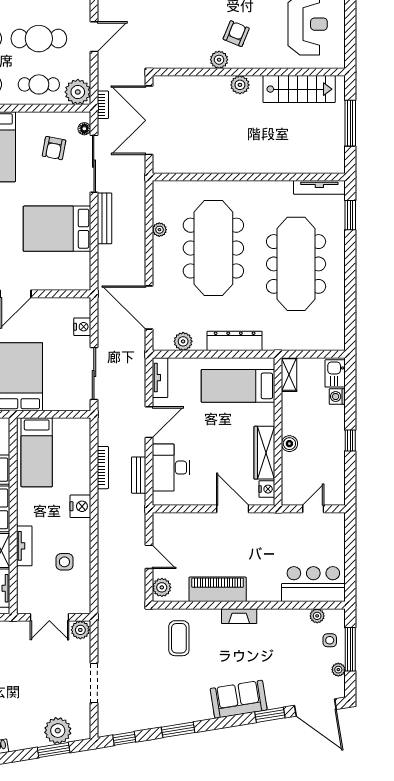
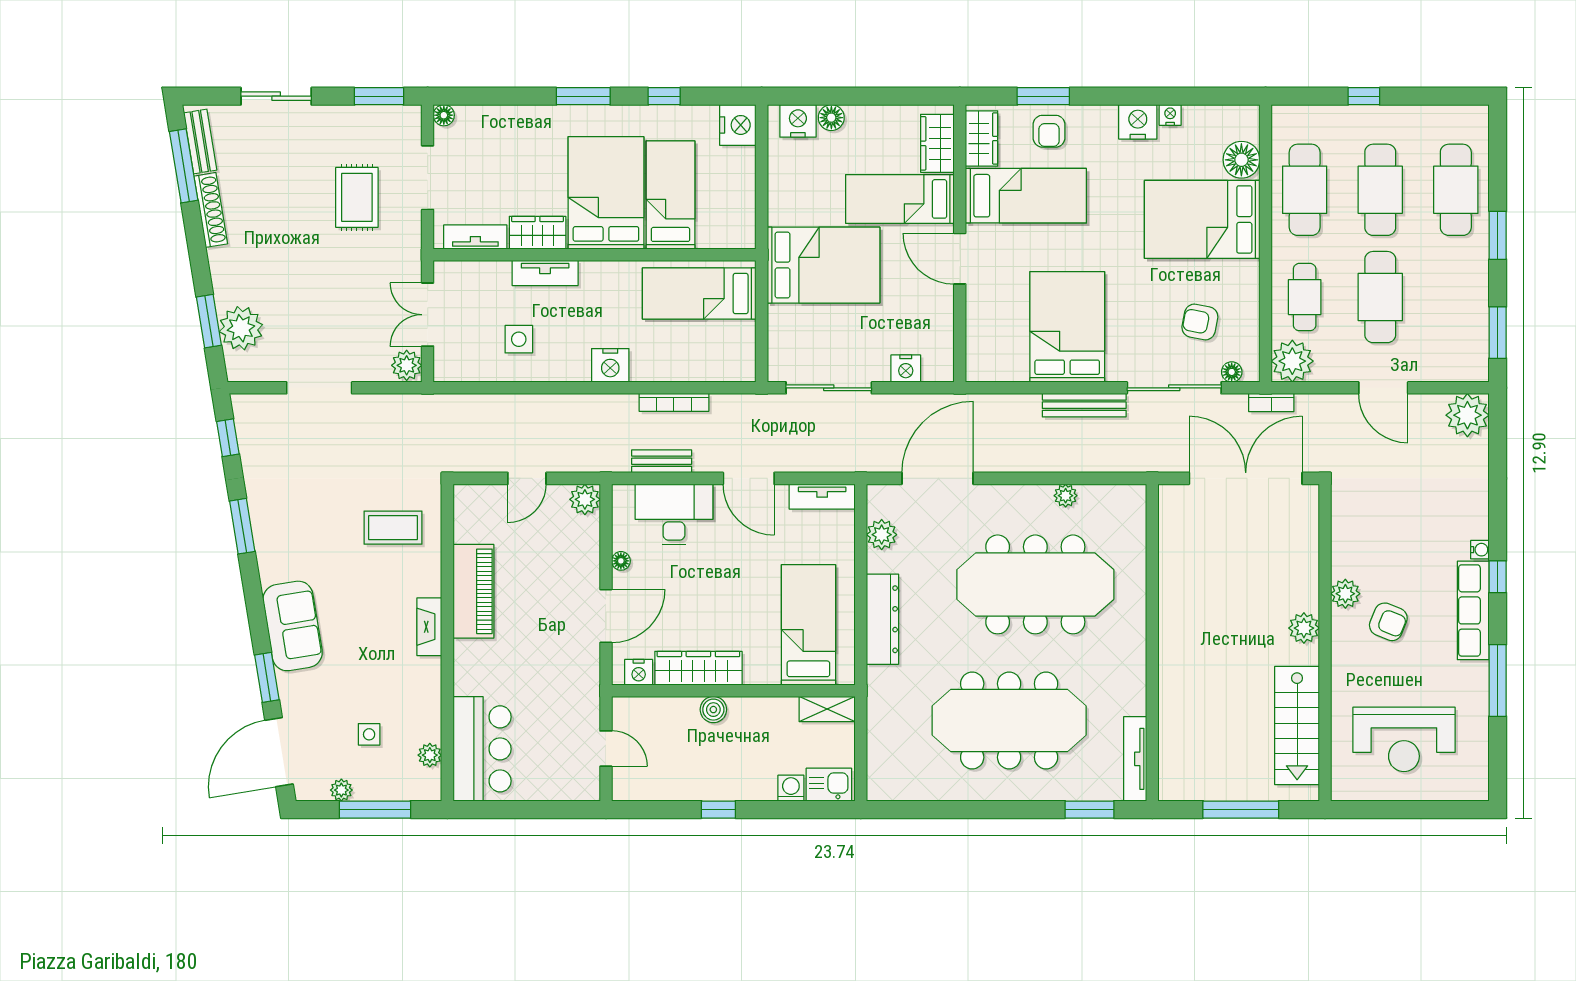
floor lamp: (199, 500) -> (621, 561), added
plant: (162, 587) -> (585, 499), moved
side table: (330, 640) -> (369, 734), moved

